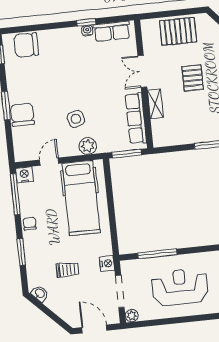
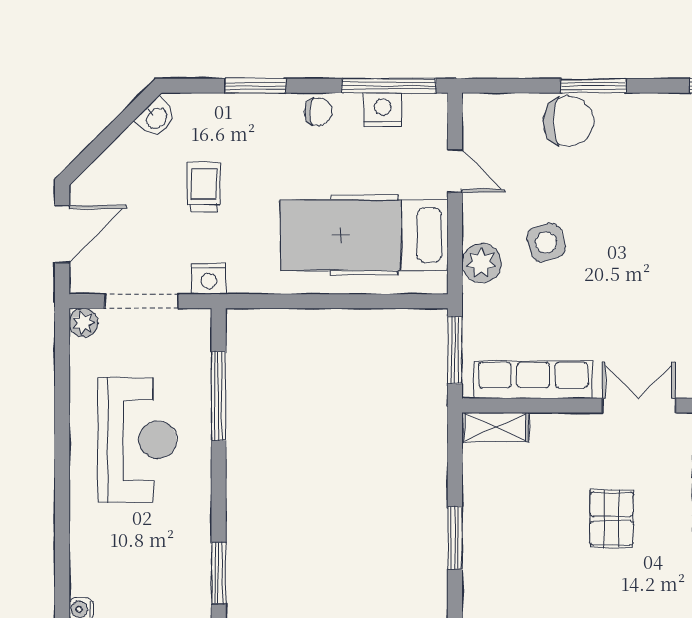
pallet: (193, 78) -> (612, 519), turned 90
shelving: (155, 104) -> (495, 427), moved
nightstand: (24, 175) -> (383, 110), moved, turned -90
trolley: (67, 270) -> (204, 187), turned 180

